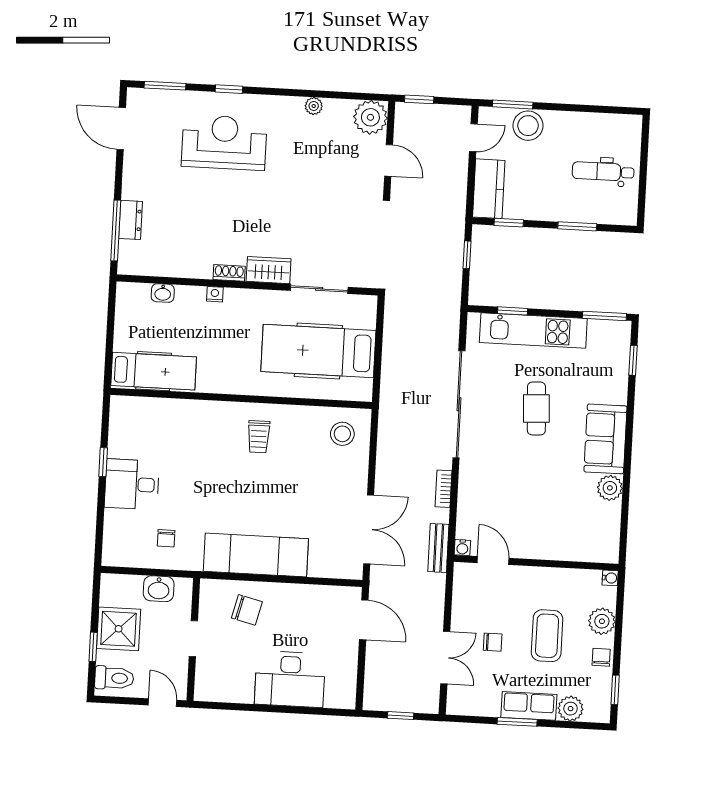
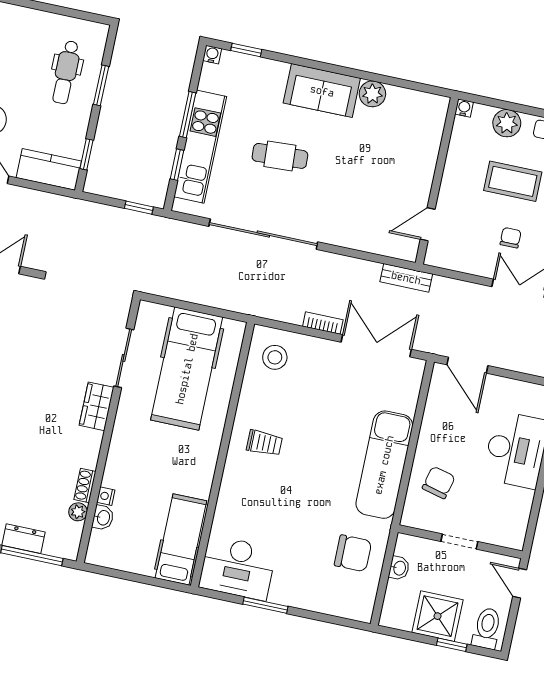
dental chair: (603, 172) -> (66, 72), moved
window: (467, 255) -> (139, 208), moved
plant: (165, 268) -> (78, 512), added
shoe rack: (229, 273) -> (85, 486), moved
nightstand: (215, 294) -> (106, 496), moved
window: (604, 316) -> (188, 115), moved
window: (103, 462) -> (265, 605), width x1.50
desk: (132, 484) -> (238, 568), moved, width x1.37
bookcase: (443, 489) -> (323, 323), moved, turned 180
chair: (166, 538) -> (353, 553), width x1.87, depth x1.87
water cooler: (462, 548) -> (212, 55), moved, turned -90
washbasin: (159, 589) -> (399, 568), width x0.72, depth x0.69
door: (364, 620) -> (467, 365), swing flipped
door: (162, 703) -> (520, 583), hinge flipped

